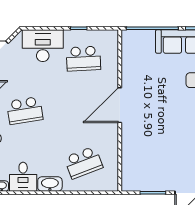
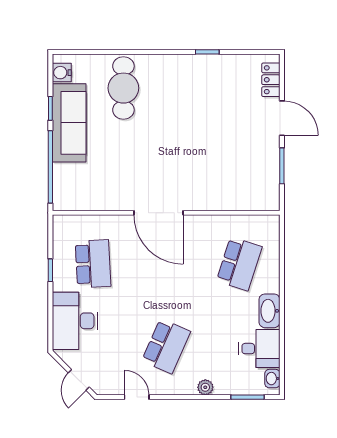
school desk: (25, 111) -> (166, 346), turned 33
school desk: (83, 163) -> (239, 264), turned 39

